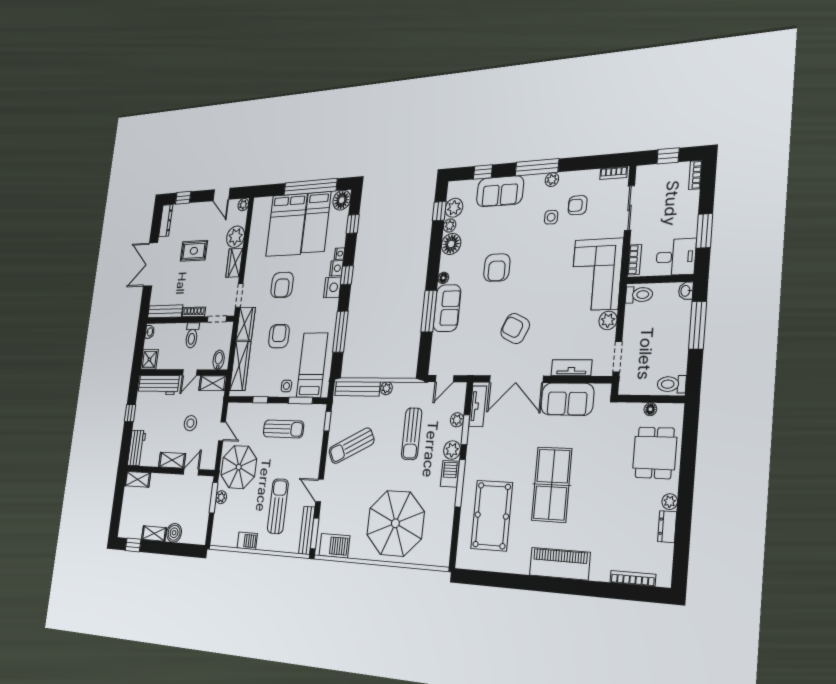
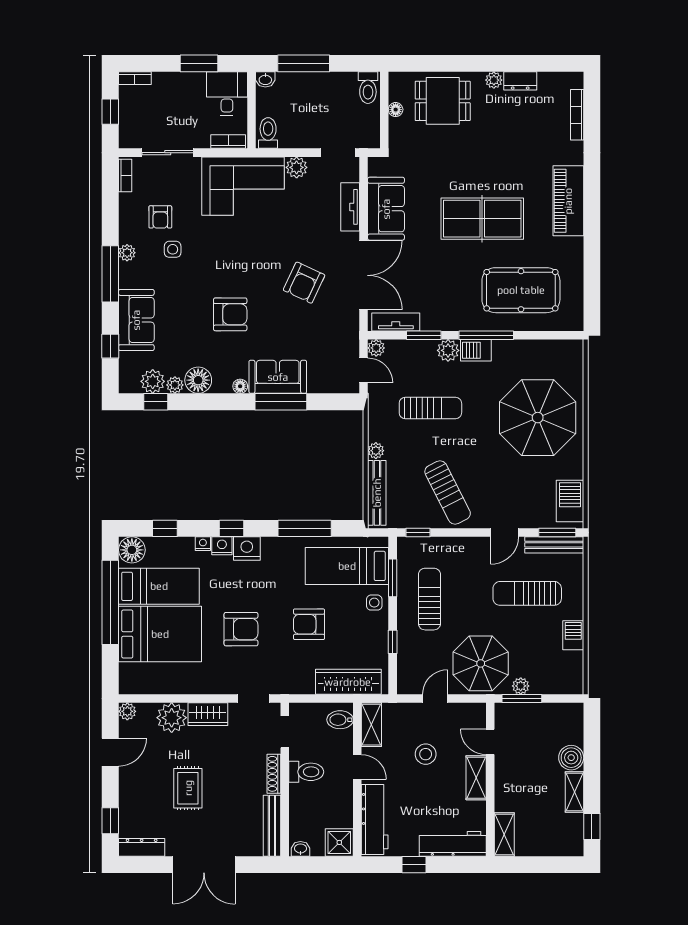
wardrobe: (246, 324) -> (292, 682), removed
plant: (457, 420) -> (376, 348), moved
workbench: (137, 448) -> (453, 844), width x1.38

